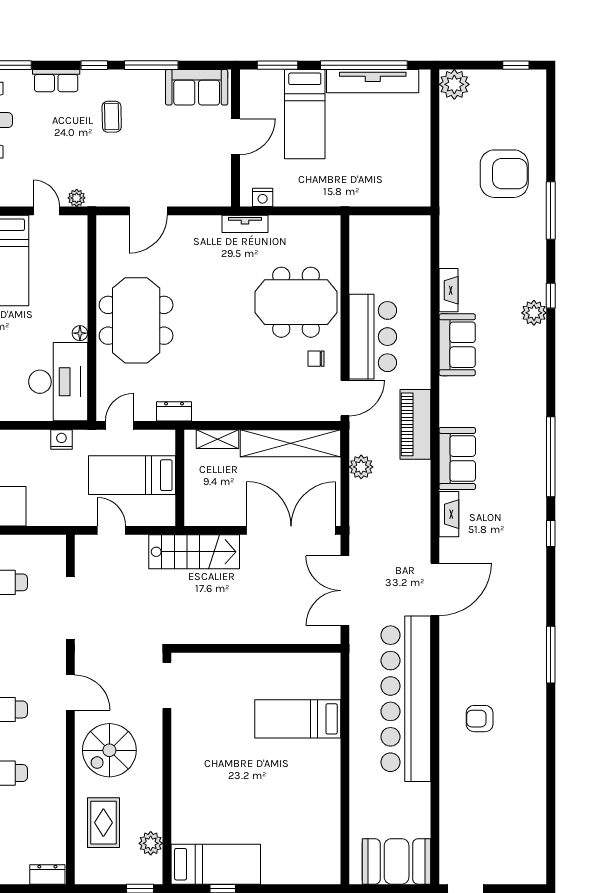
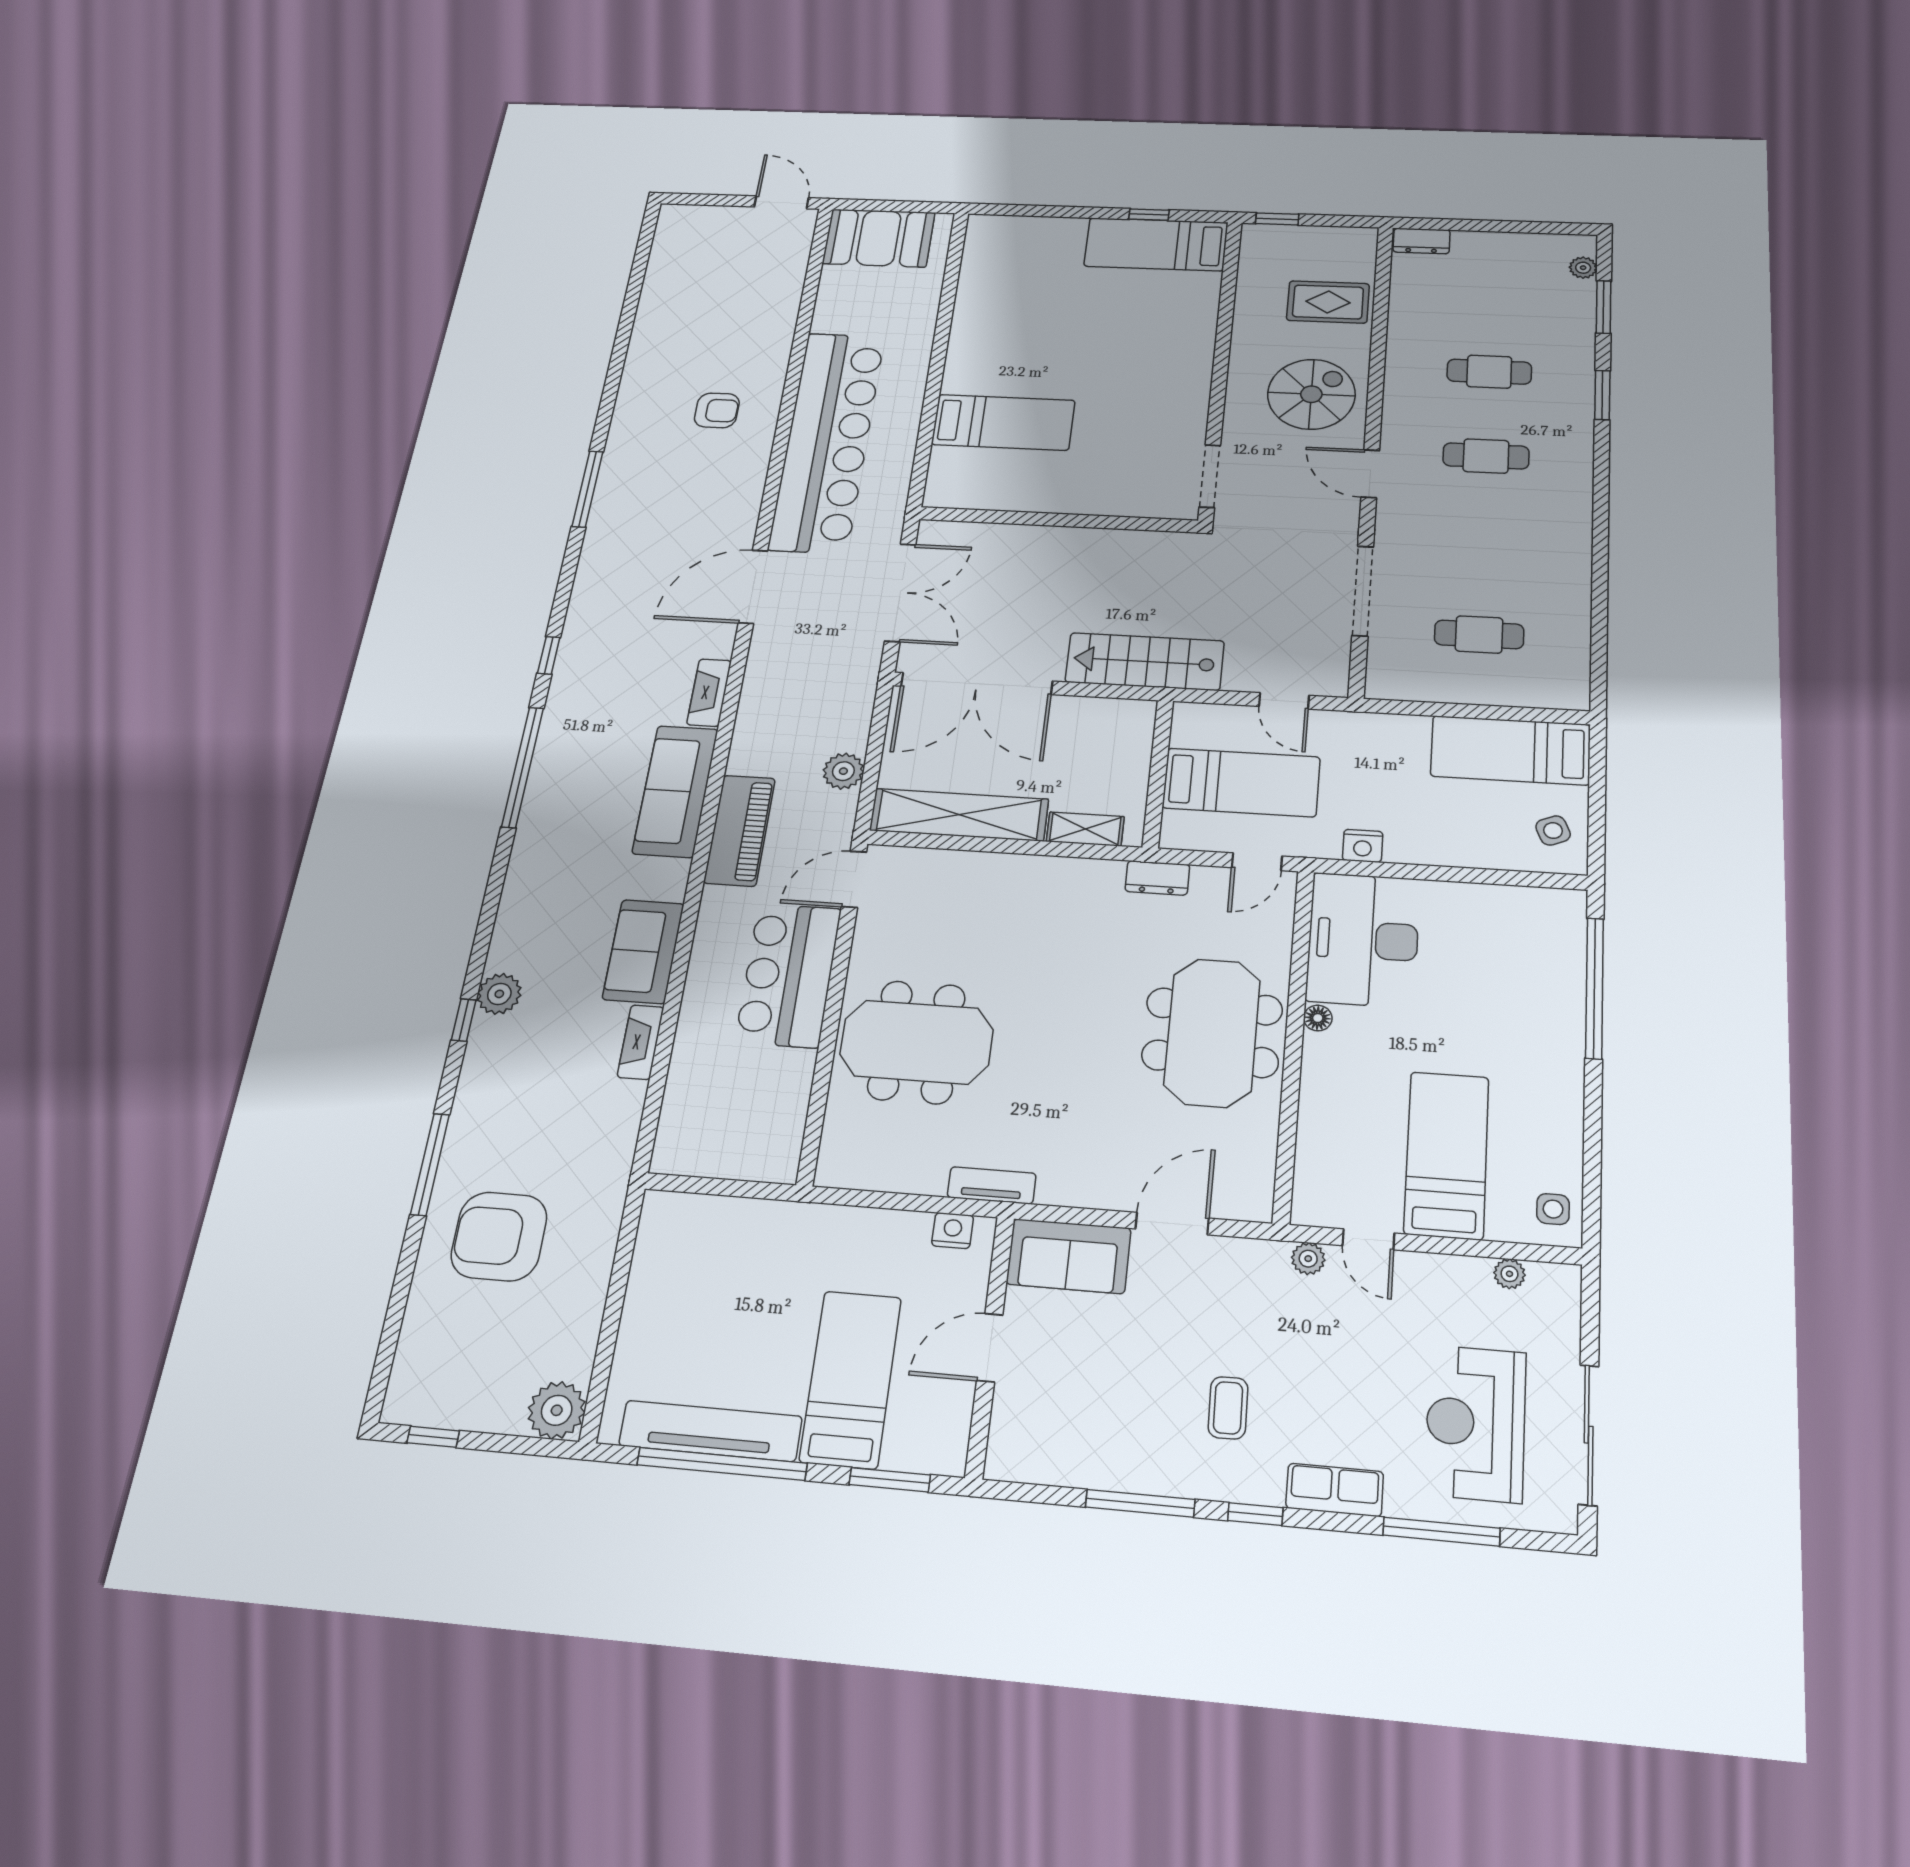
sofa: (197, 87) -> (1069, 1256), moved, turned 180
chair: (316, 359) -> (894, 946), removed
sofa: (457, 459) -> (675, 791), width x1.36
rug: (103, 823) -> (1328, 302), turned 90
plant: (151, 843) -> (1255, 274), removed

